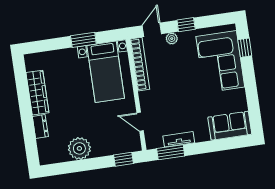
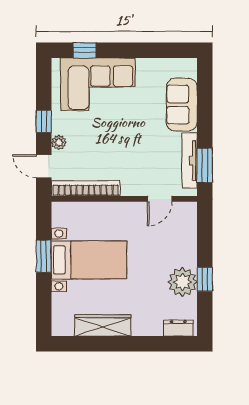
bed with nightstands: (106, 72) -> (89, 260), moved
sofa: (230, 126) -> (182, 105), moved
dresser: (40, 127) -> (178, 328), moved
tv unit: (179, 139) -> (190, 161), width x1.41
window: (123, 159) -> (205, 279), moved

